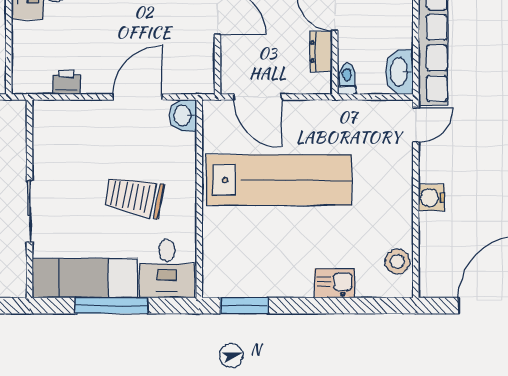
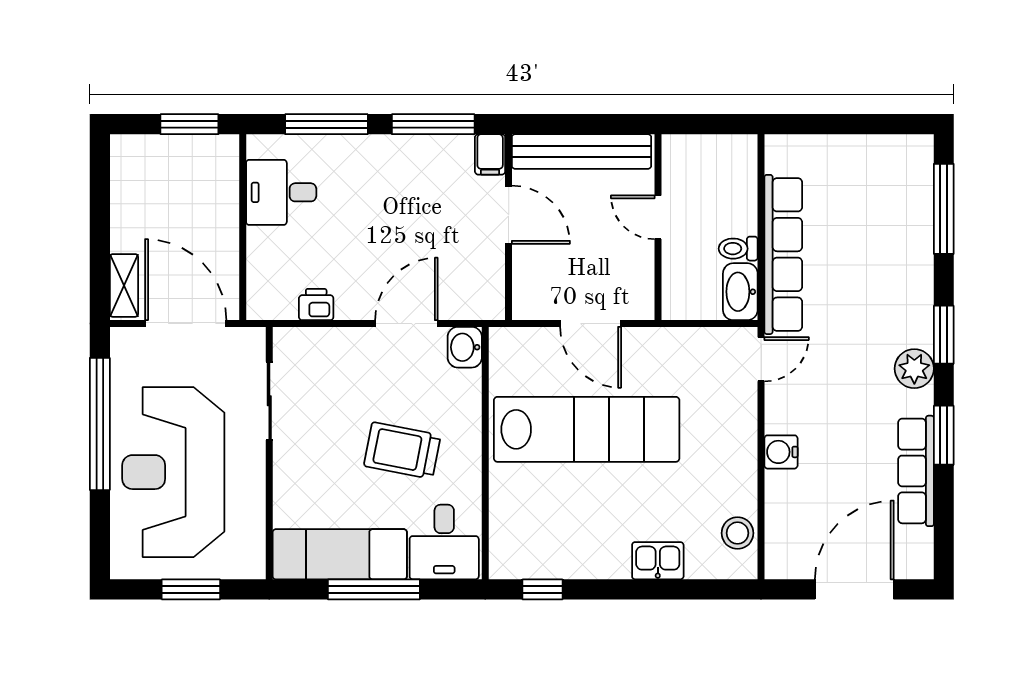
dresser: (321, 52) -> (641, 266), removed
toilet: (347, 79) -> (738, 249), moved, turned -90
door: (258, 97) -> (591, 324), moved
sliding door: (30, 211) -> (269, 401), moved
window: (244, 306) -> (543, 589), width x0.67

